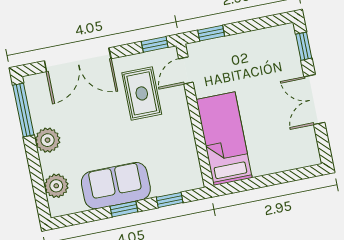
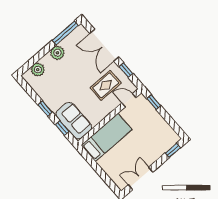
window: (155, 44) -> (126, 70), moved
double door: (314, 100) -> (141, 178), moved
sofa: (116, 186) -> (74, 121), moved

